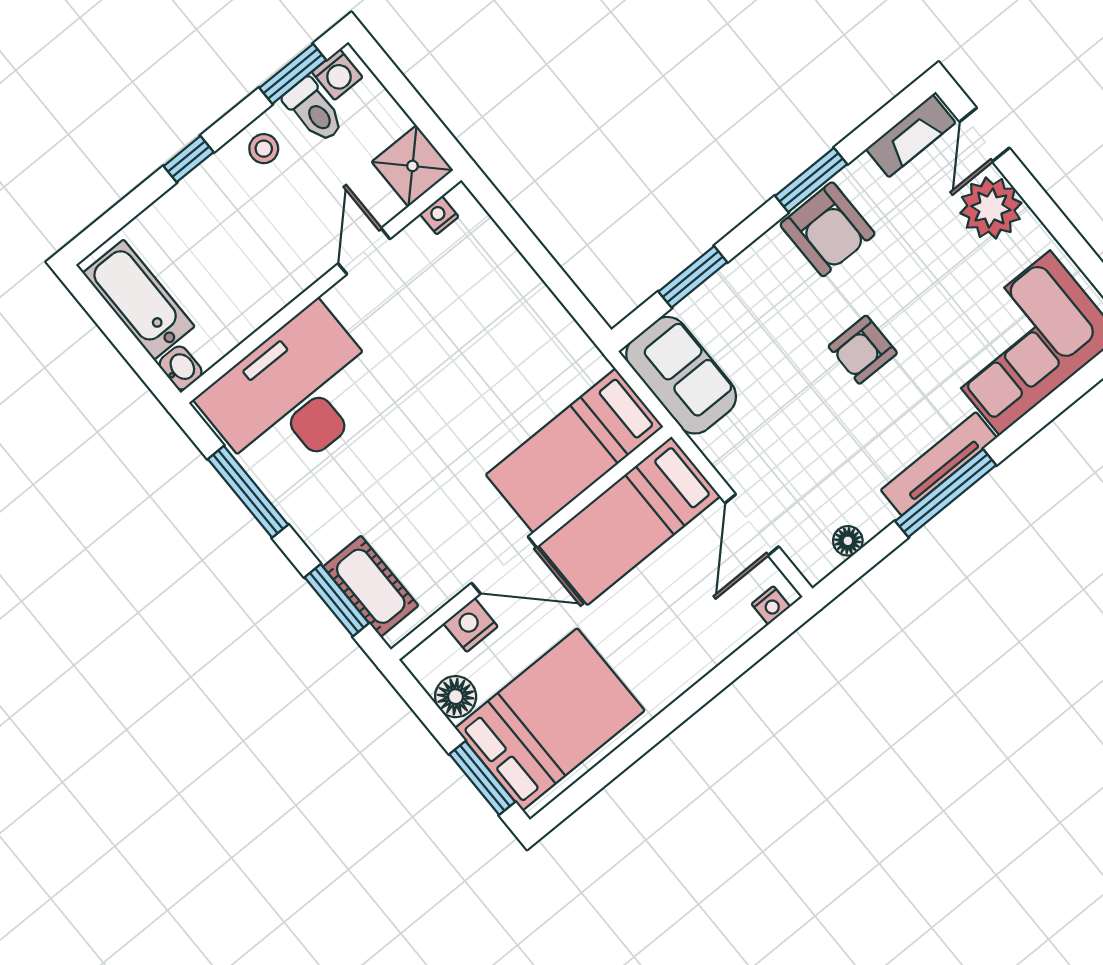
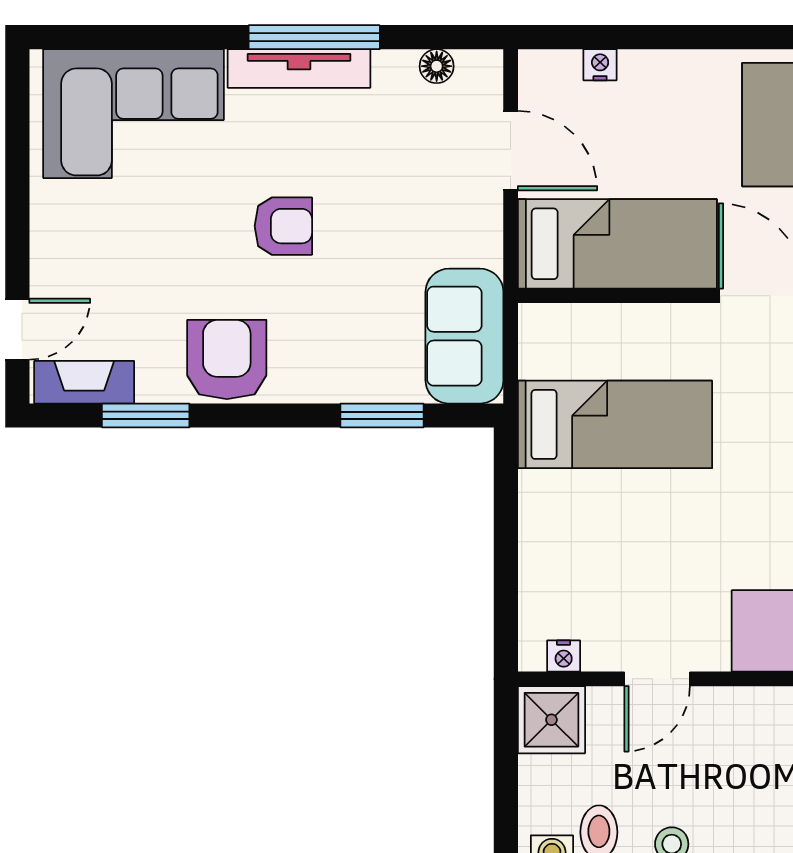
window: (811, 180) -> (146, 416), moved
plant: (991, 208) -> (65, 259), removed
bed: (575, 451) -> (615, 424), moved
door: (752, 525) -> (511, 151), hinge flipped
nightstand: (771, 605) -> (600, 65), moved

